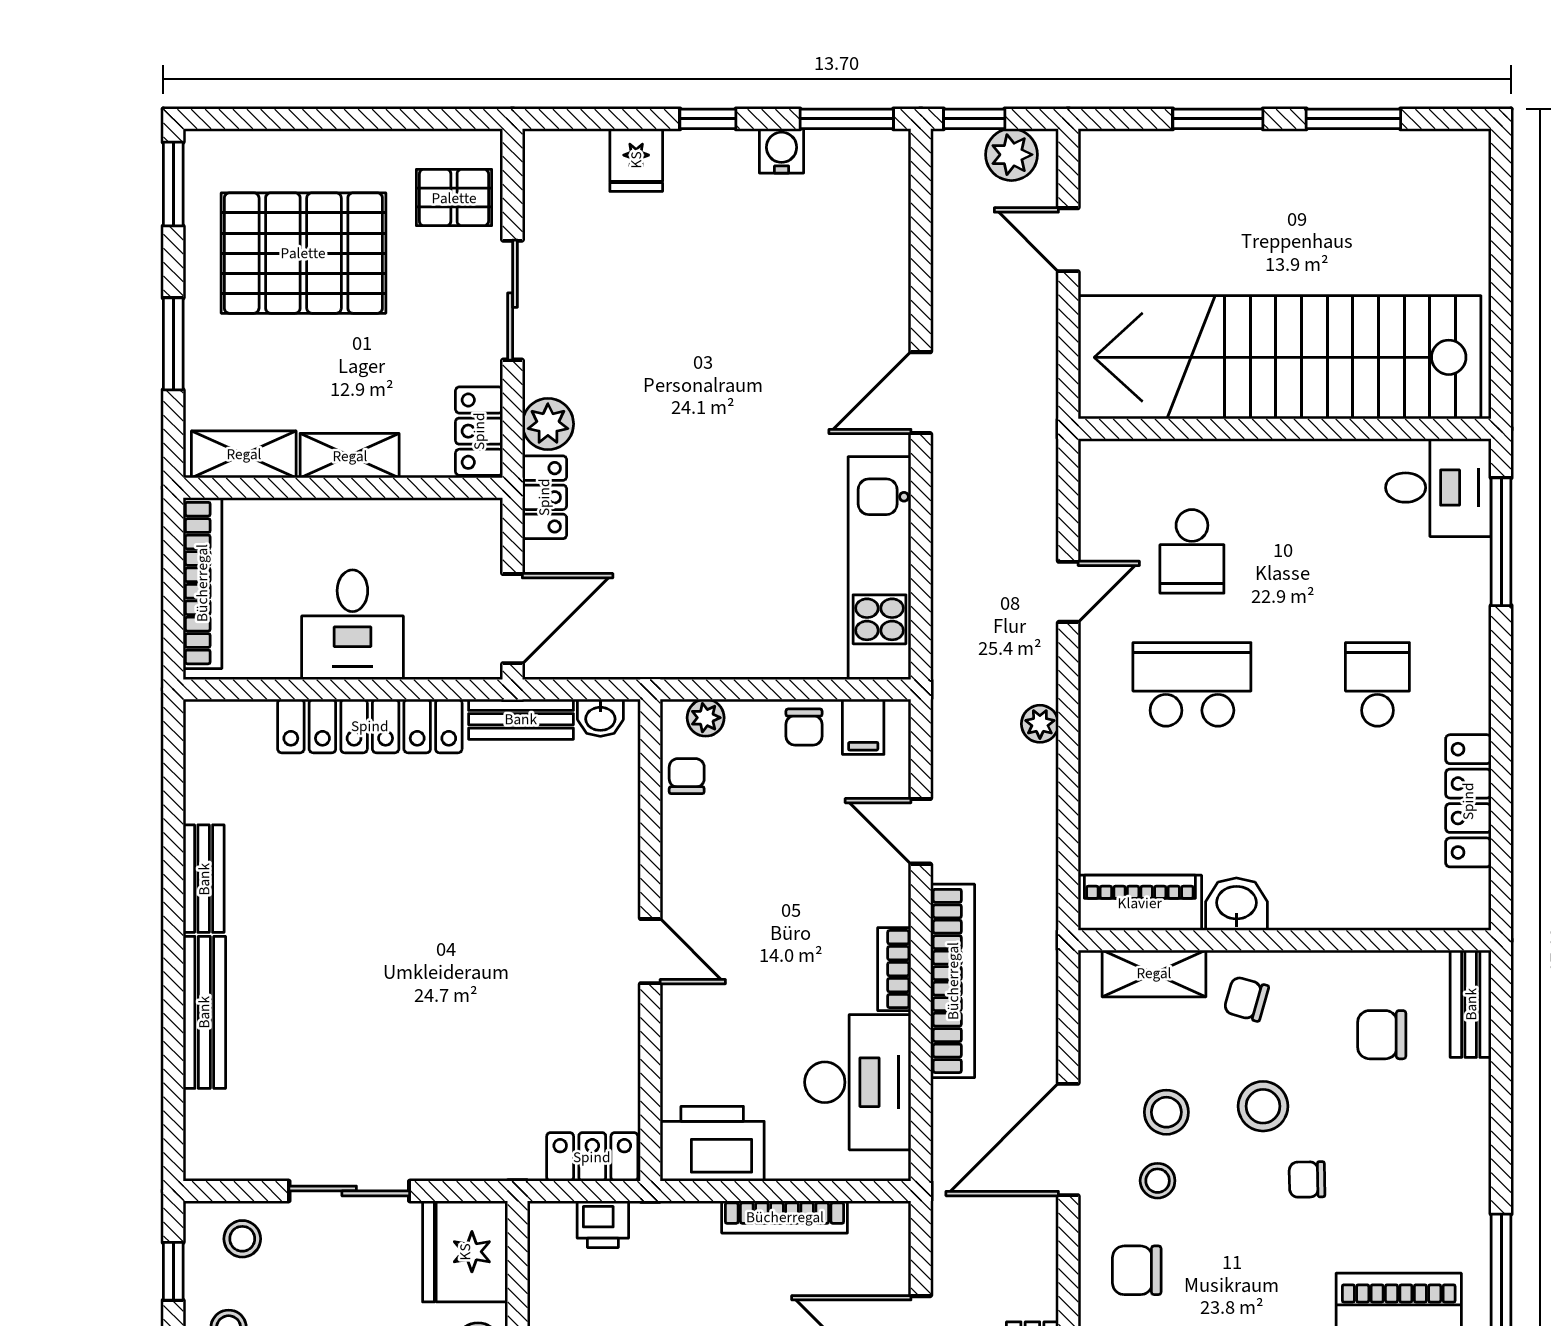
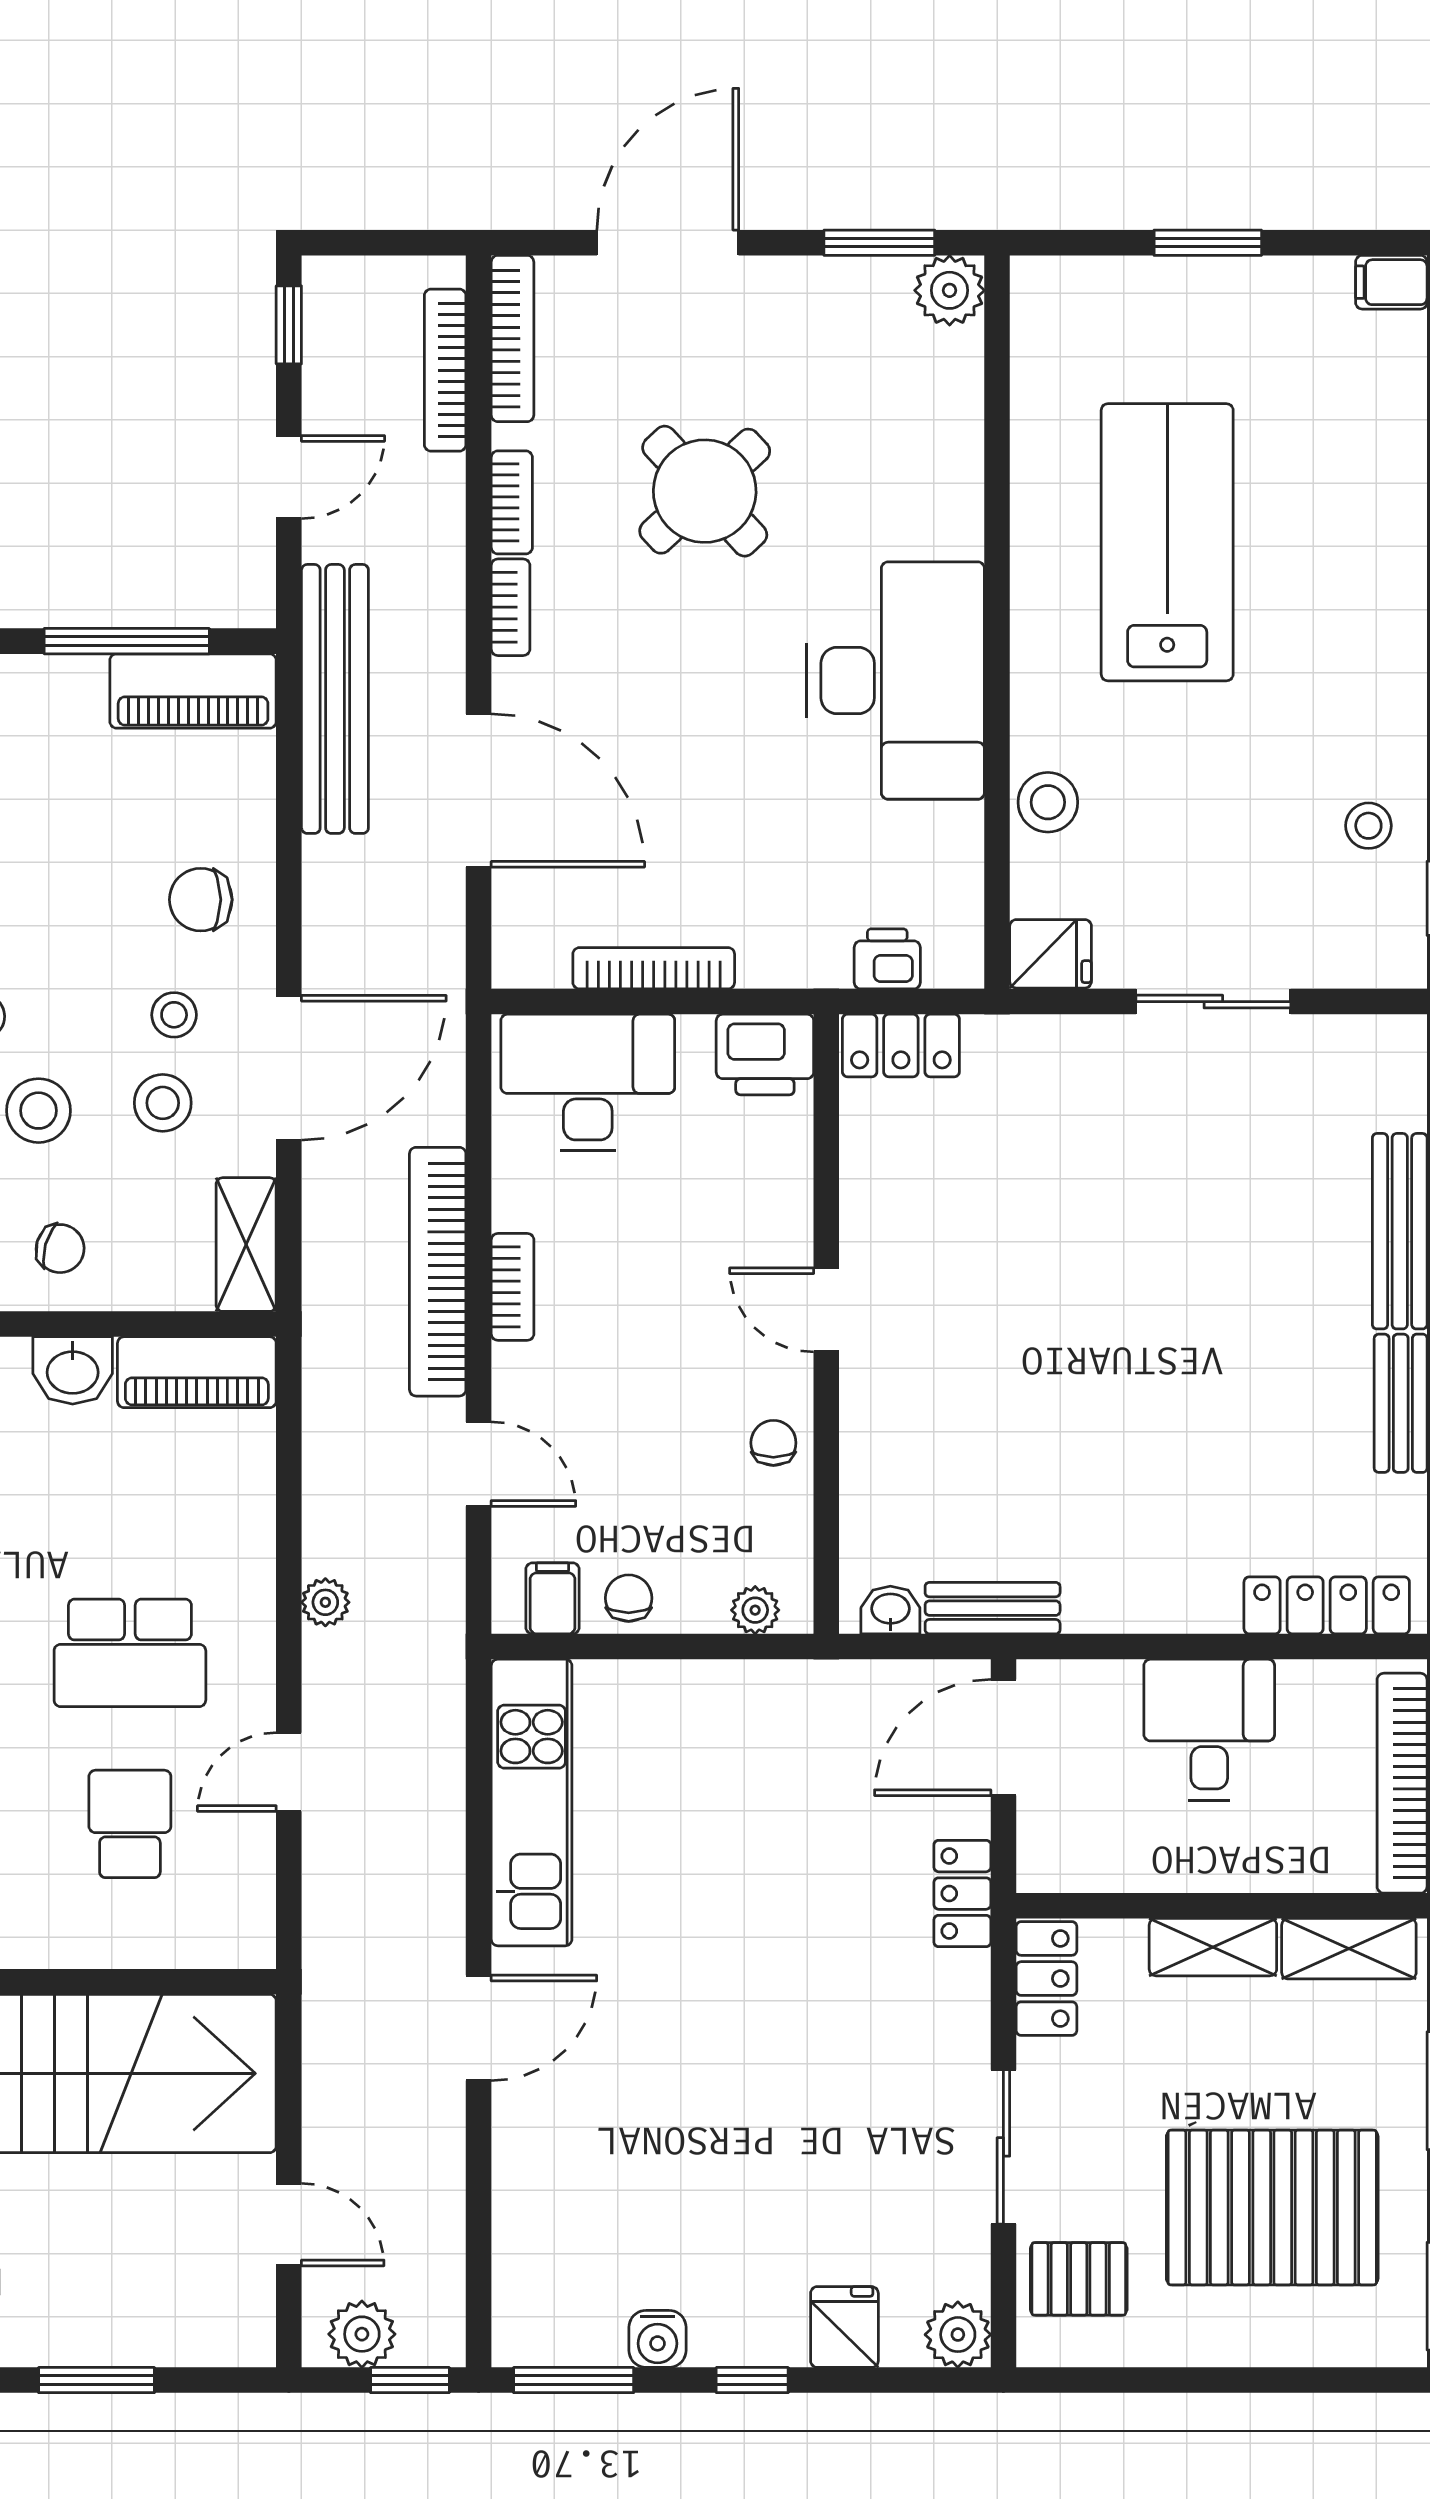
plant: (548, 424) -> (958, 2335), moved
locker: (370, 726) -> (1327, 1605), moved, width x0.71, depth x0.83
chair: (687, 776) -> (773, 1443), moved, turned 180
shelving: (1154, 973) -> (246, 1245), moved, turned 90
desk: (858, 1082) -> (588, 1083), moved, turned 90
printer: (712, 1144) -> (765, 1055), width x0.73, depth x0.84
stool: (242, 1239) -> (1351, 940), removed
fridge: (465, 1252) -> (1051, 954), width x0.53, depth x0.75
chair: (1137, 1270) -> (201, 900), turned 180

